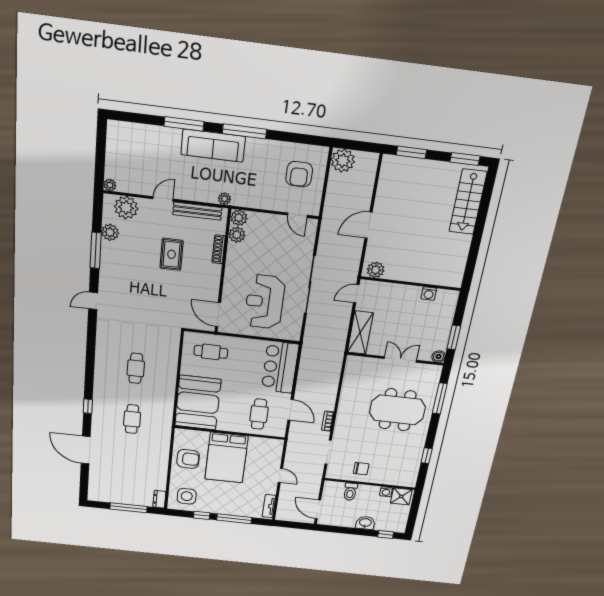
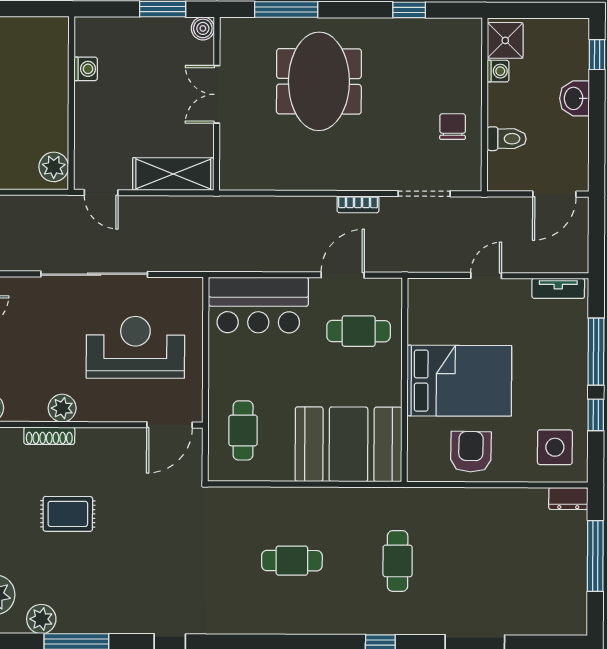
plant: (237, 235) -> (62, 408), moved
reception desk: (265, 302) -> (135, 347), turned 180
cafe table: (132, 419) -> (398, 561), turned 90

